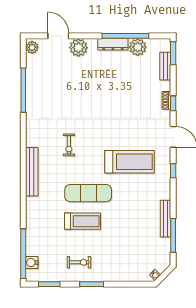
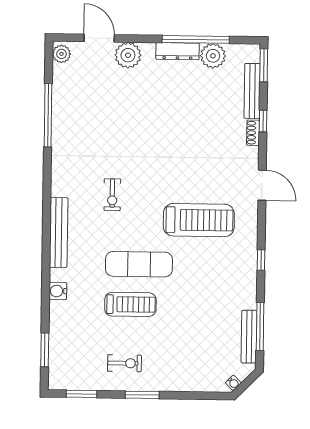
bench: (165, 66) -> (252, 91), width x1.36
window: (173, 103) -> (263, 121), moved
window: (173, 171) -> (261, 260), moved
bench: (166, 219) -> (249, 337), moved
window: (23, 254) -> (45, 350), width x0.47
water cooler: (32, 263) -> (58, 291), moved

